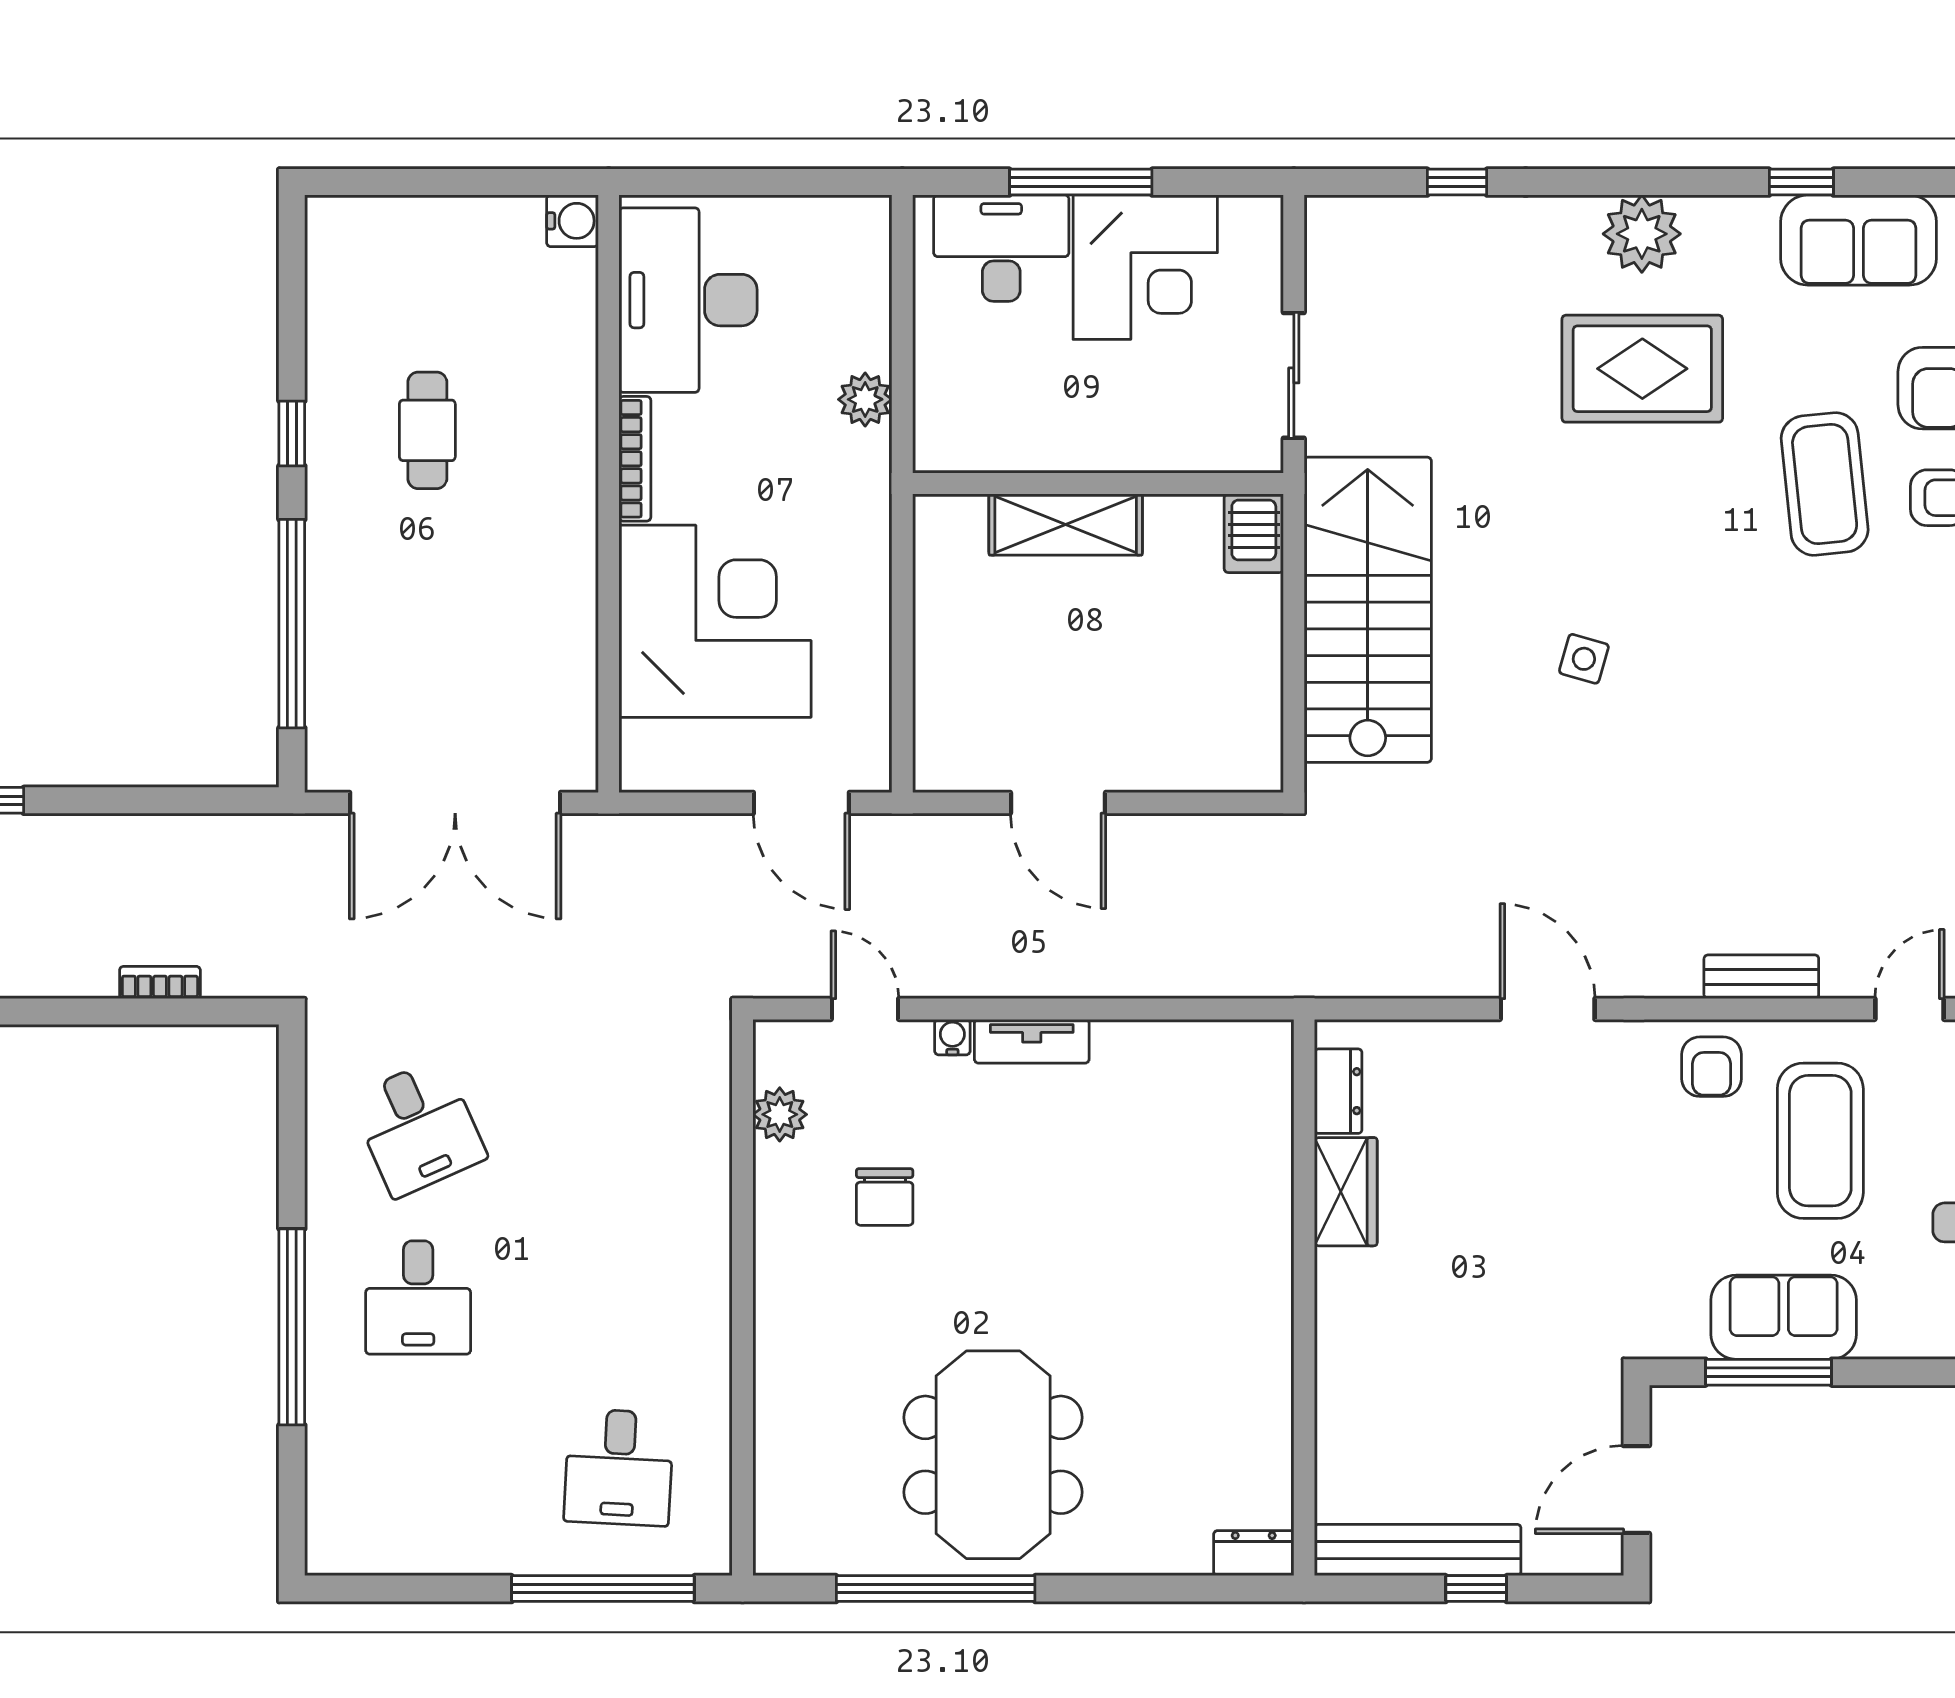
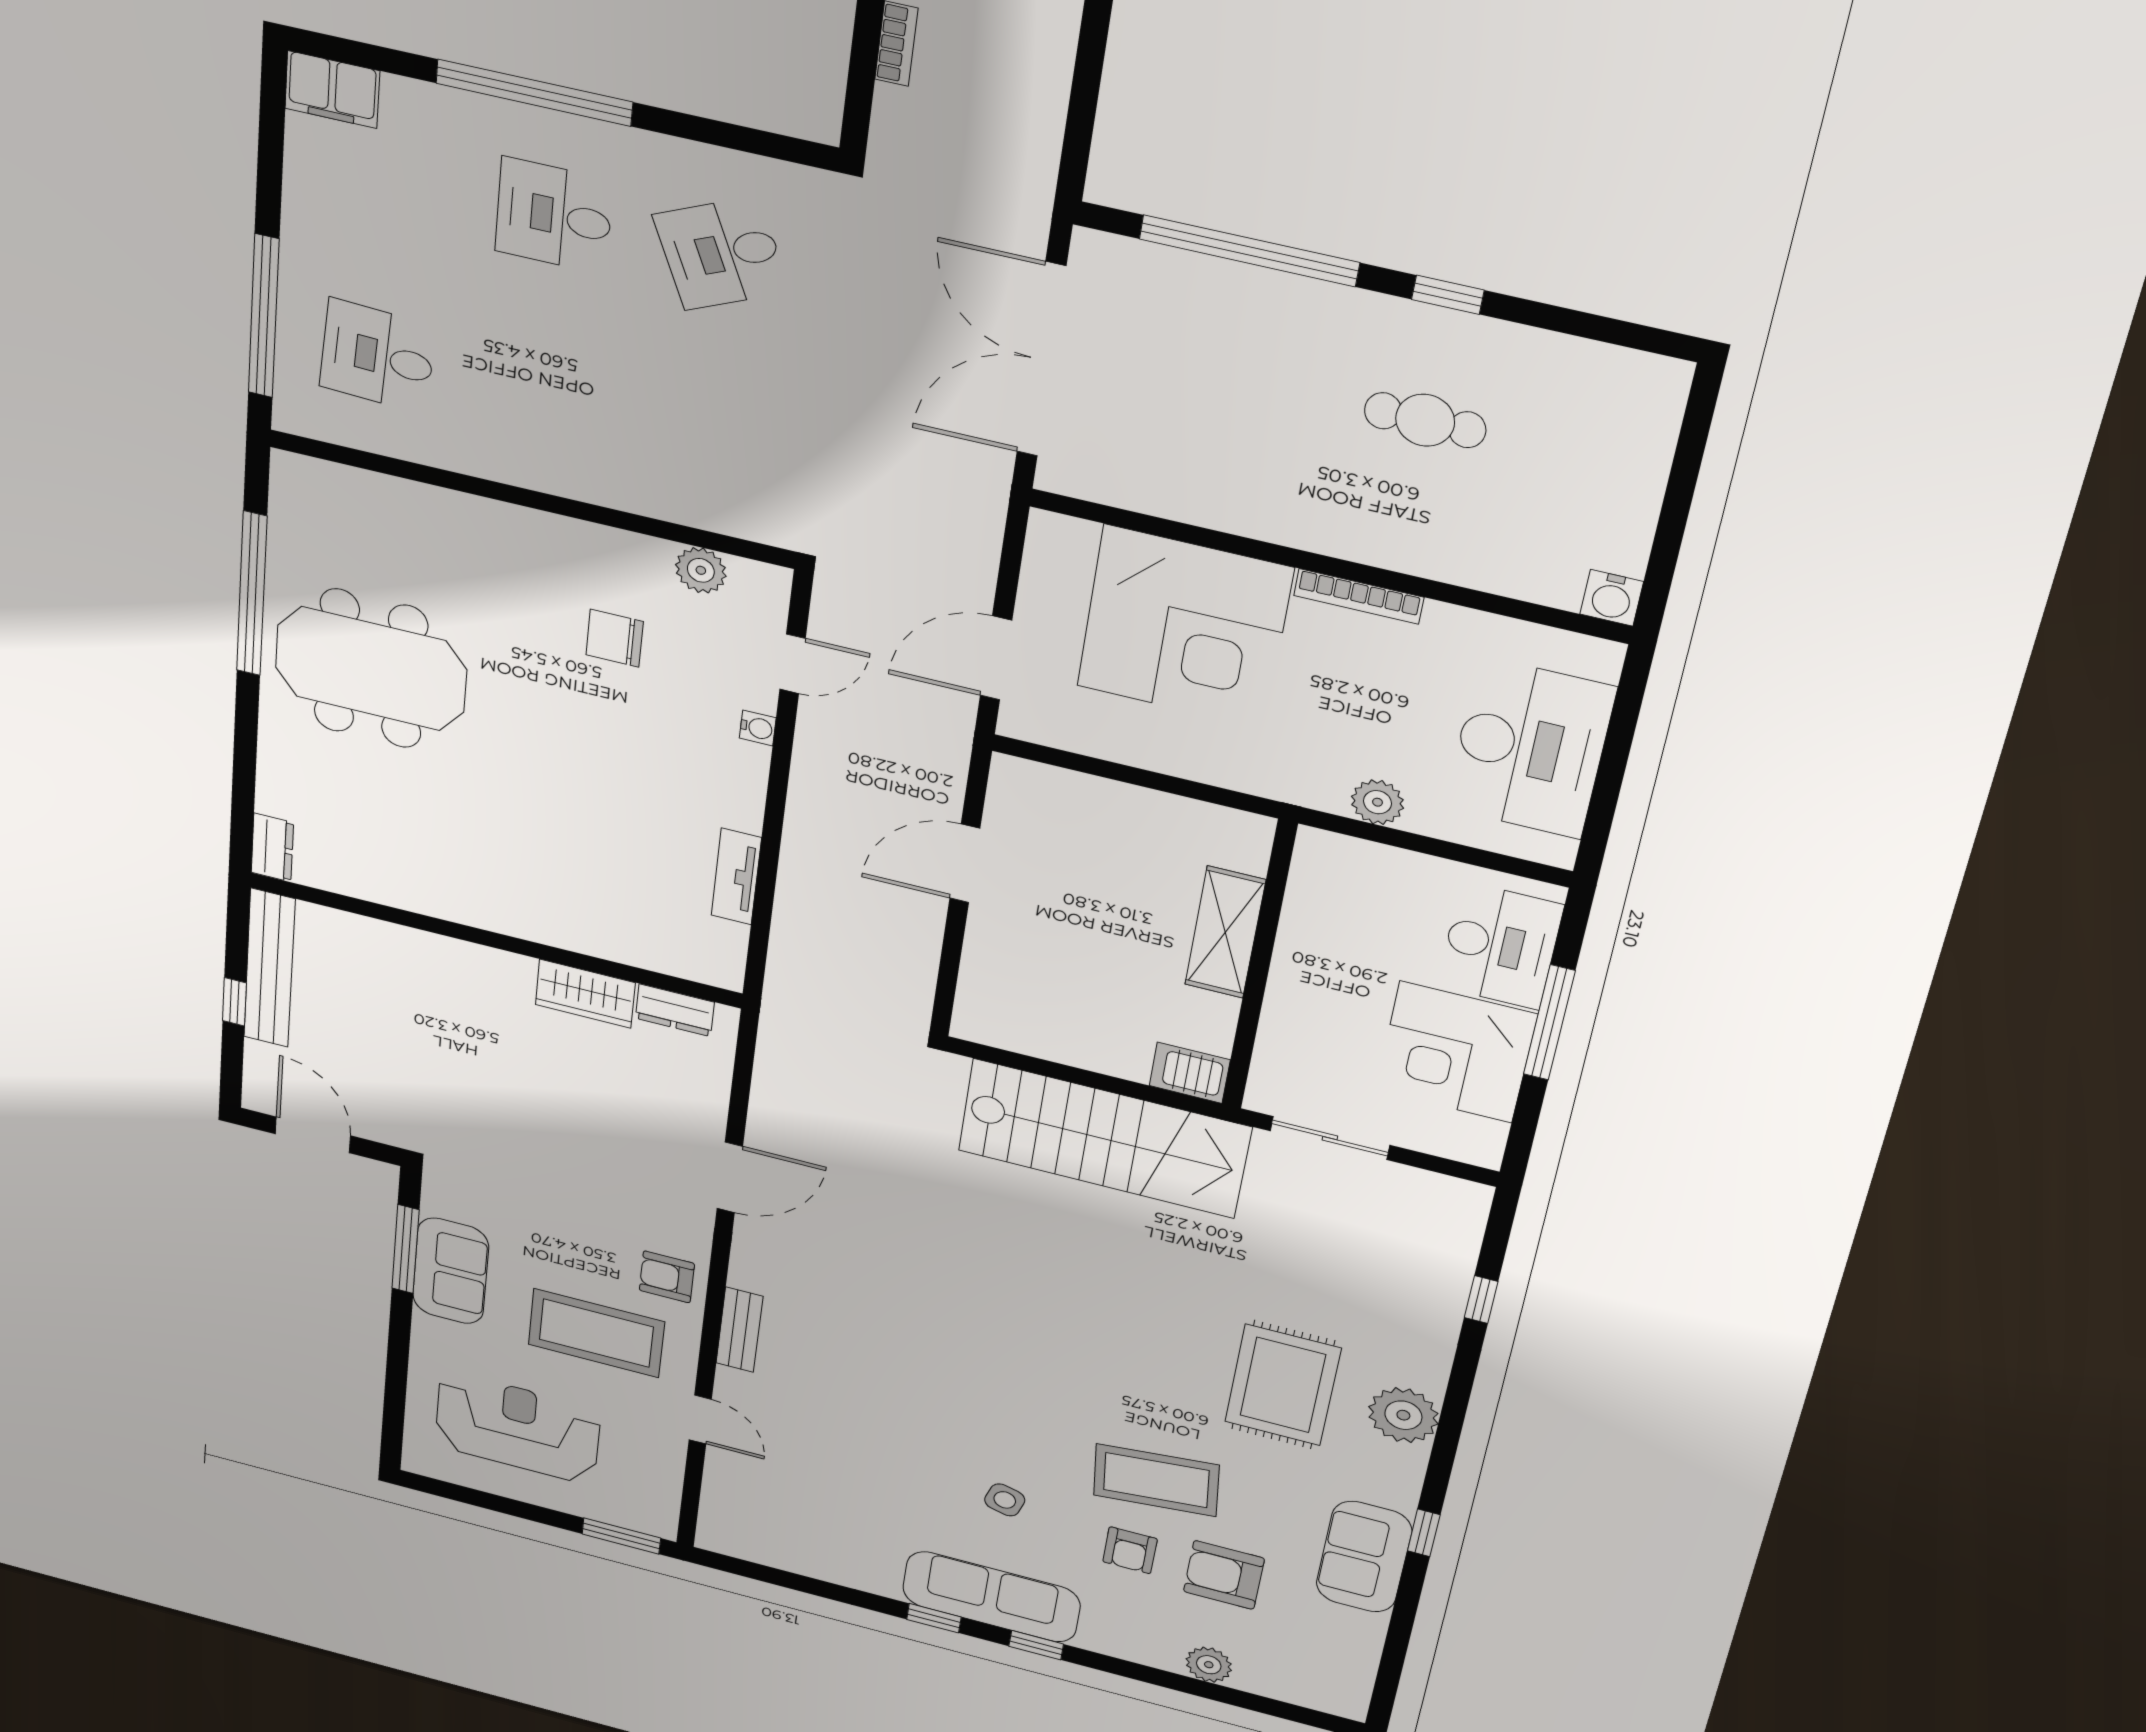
desk: (688, 300) -> (1530, 748), moved, turned 90
side table: (1584, 659) -> (1005, 1500), moved
tv unit: (1032, 1041) -> (736, 876), moved
filing cabinet: (336, 1529) -> (332, 90), added

